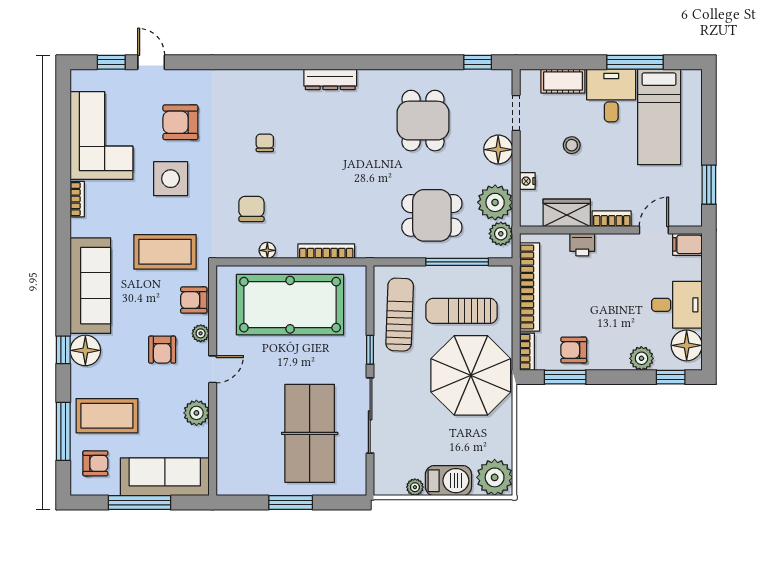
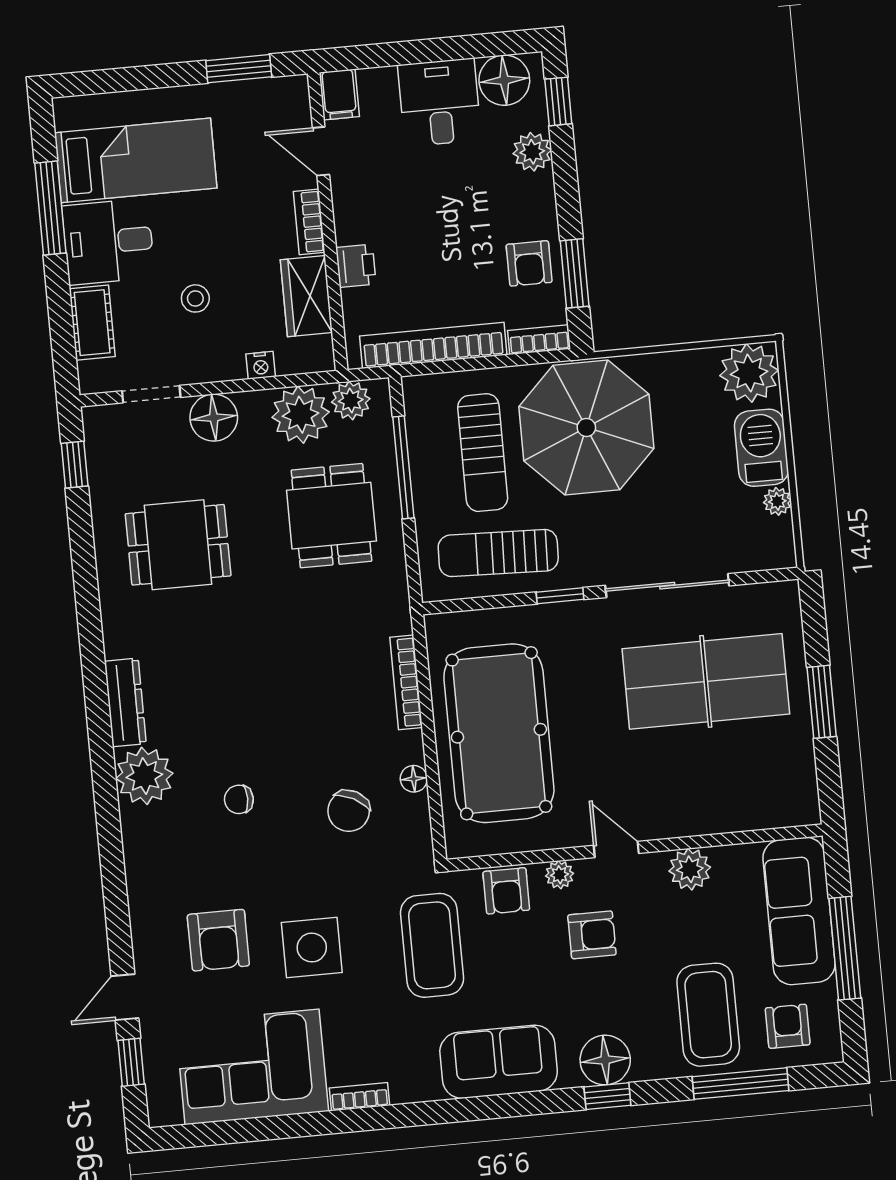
plant: (284, 87) -> (144, 776), added
chair: (251, 209) -> (349, 811), turned -62
sofa: (90, 286) -> (499, 1062), width x0.73

